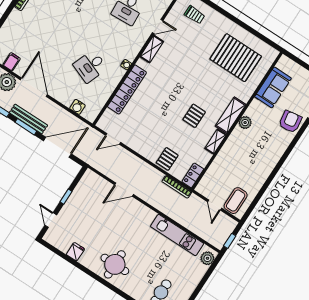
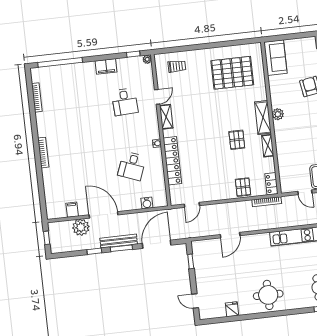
sofa: (273, 87) -> (275, 58), moved
window: (66, 197) -> (191, 261), moved

